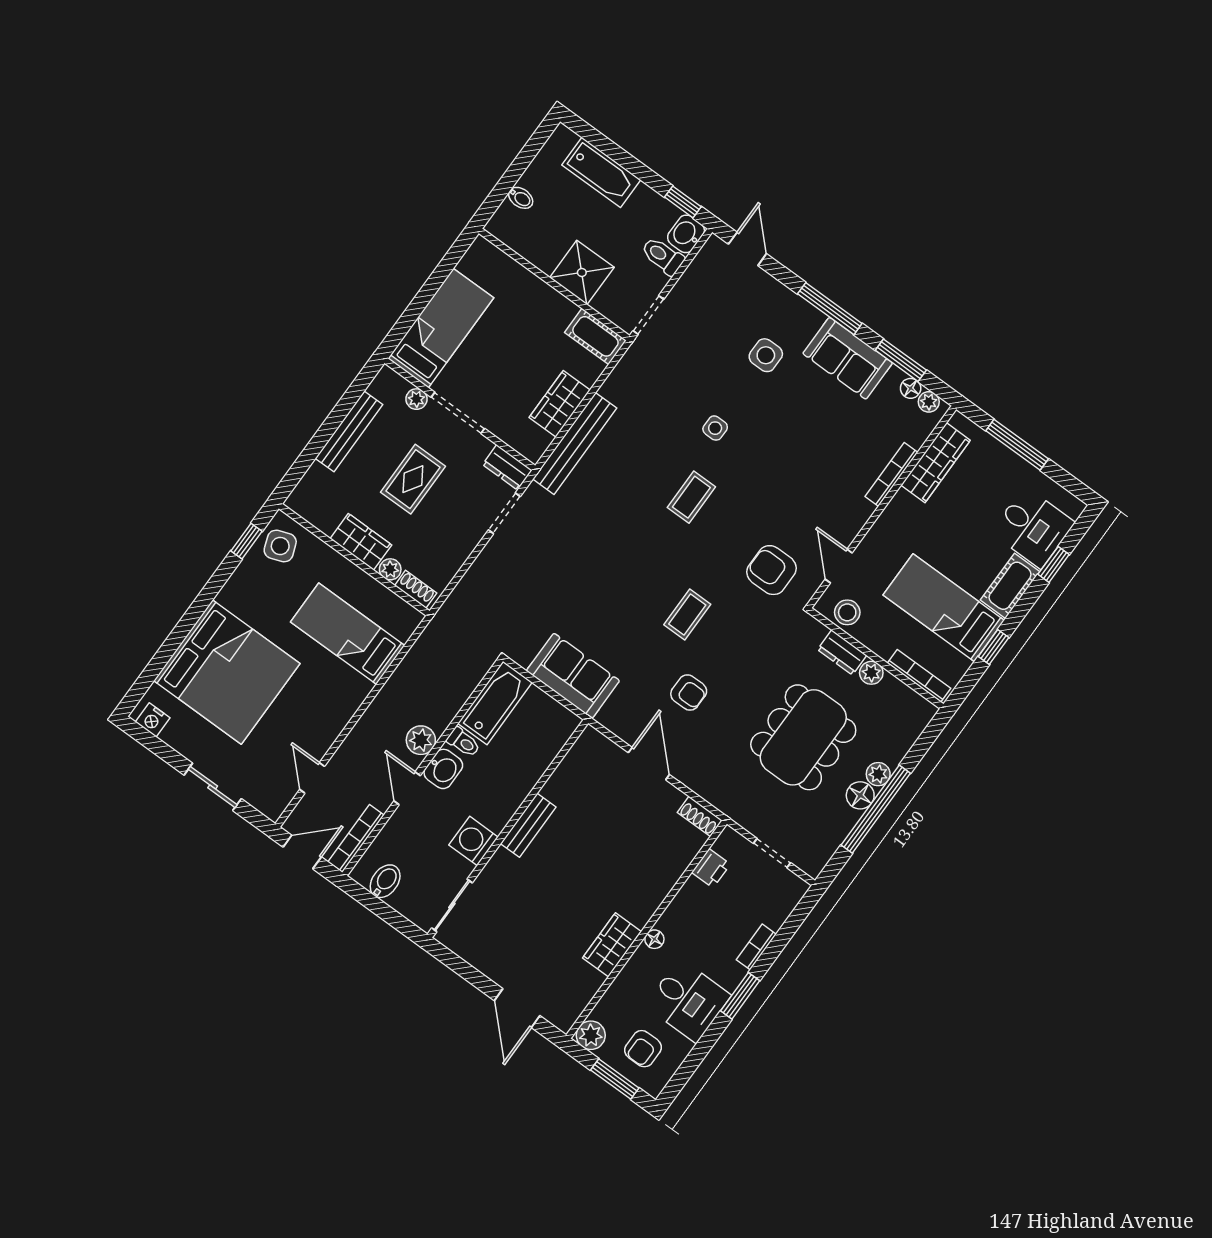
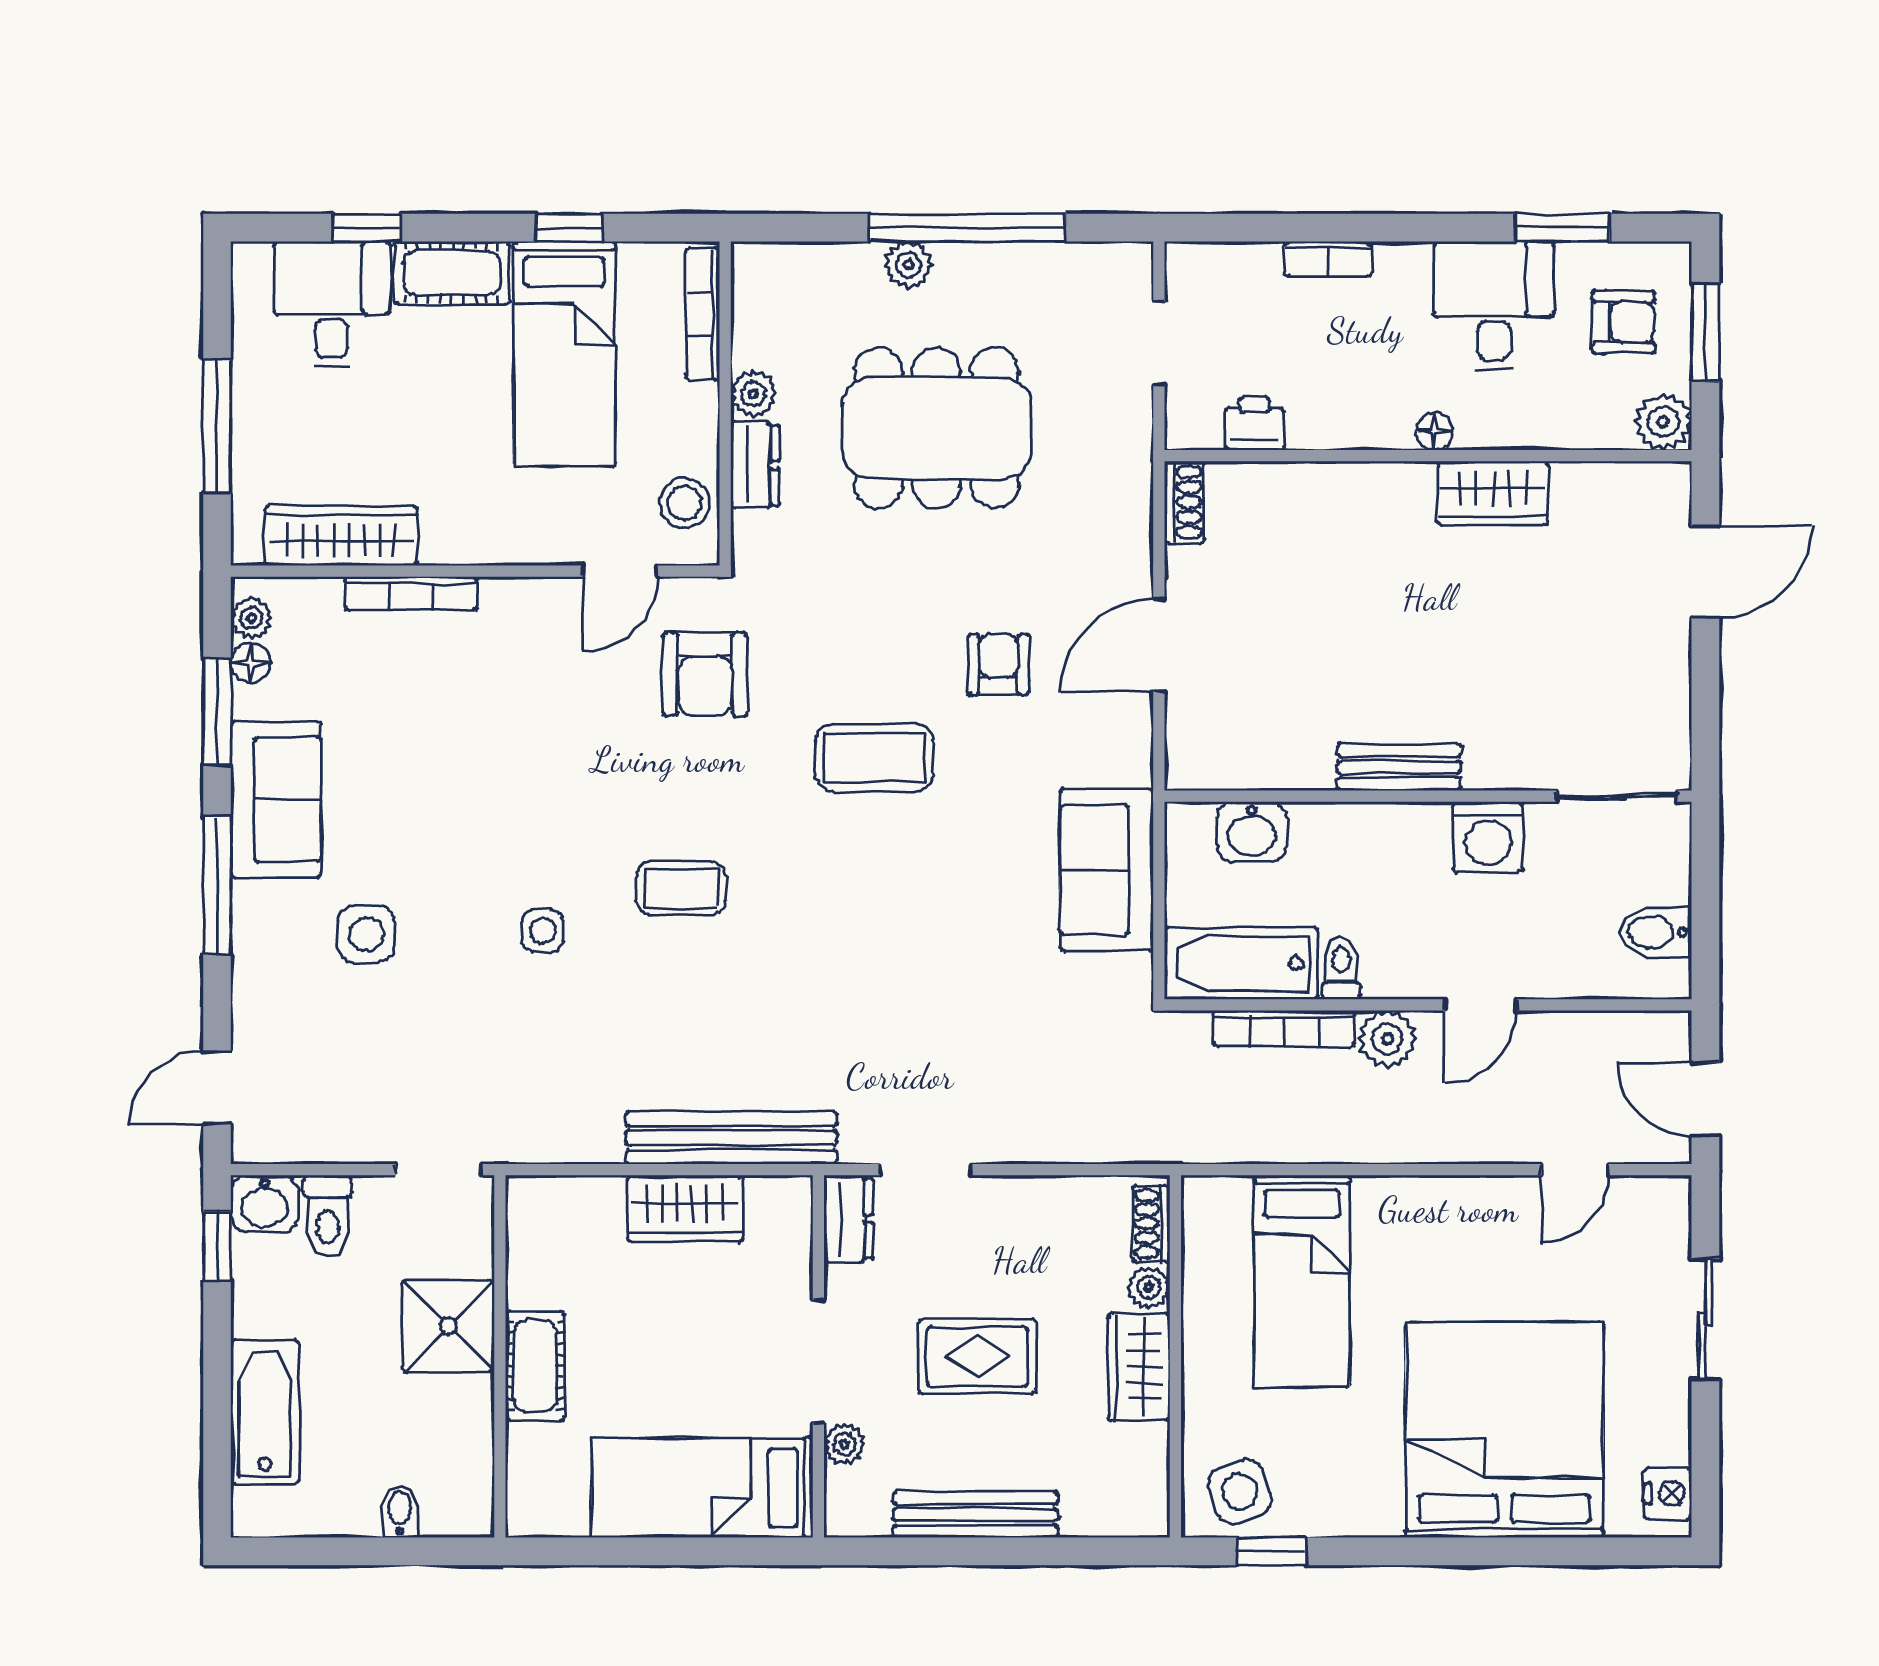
cot: (595, 336) -> (535, 1366), moved
coffee table: (687, 615) -> (875, 758), width x1.36, depth x1.30
washbasin: (443, 769) -> (1252, 832), moved, turned 180
floor lamp: (860, 795) -> (963, 269), removed
bookcase: (356, 839) -> (1284, 1028), moved
window: (740, 996) -> (1562, 228), moved

